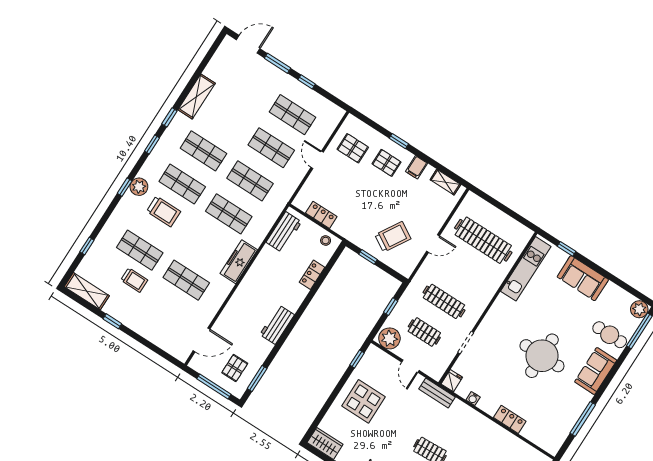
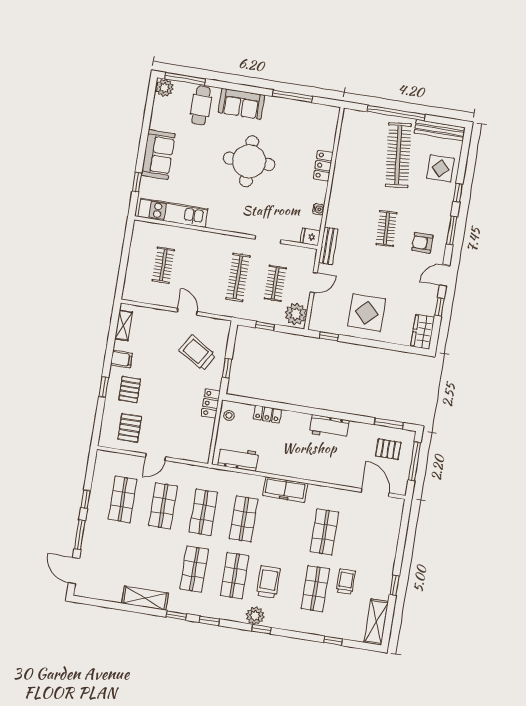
locker: (321, 215) -> (211, 404), moved
clothes rail: (483, 240) -> (163, 265), width x0.54, depth x0.76

